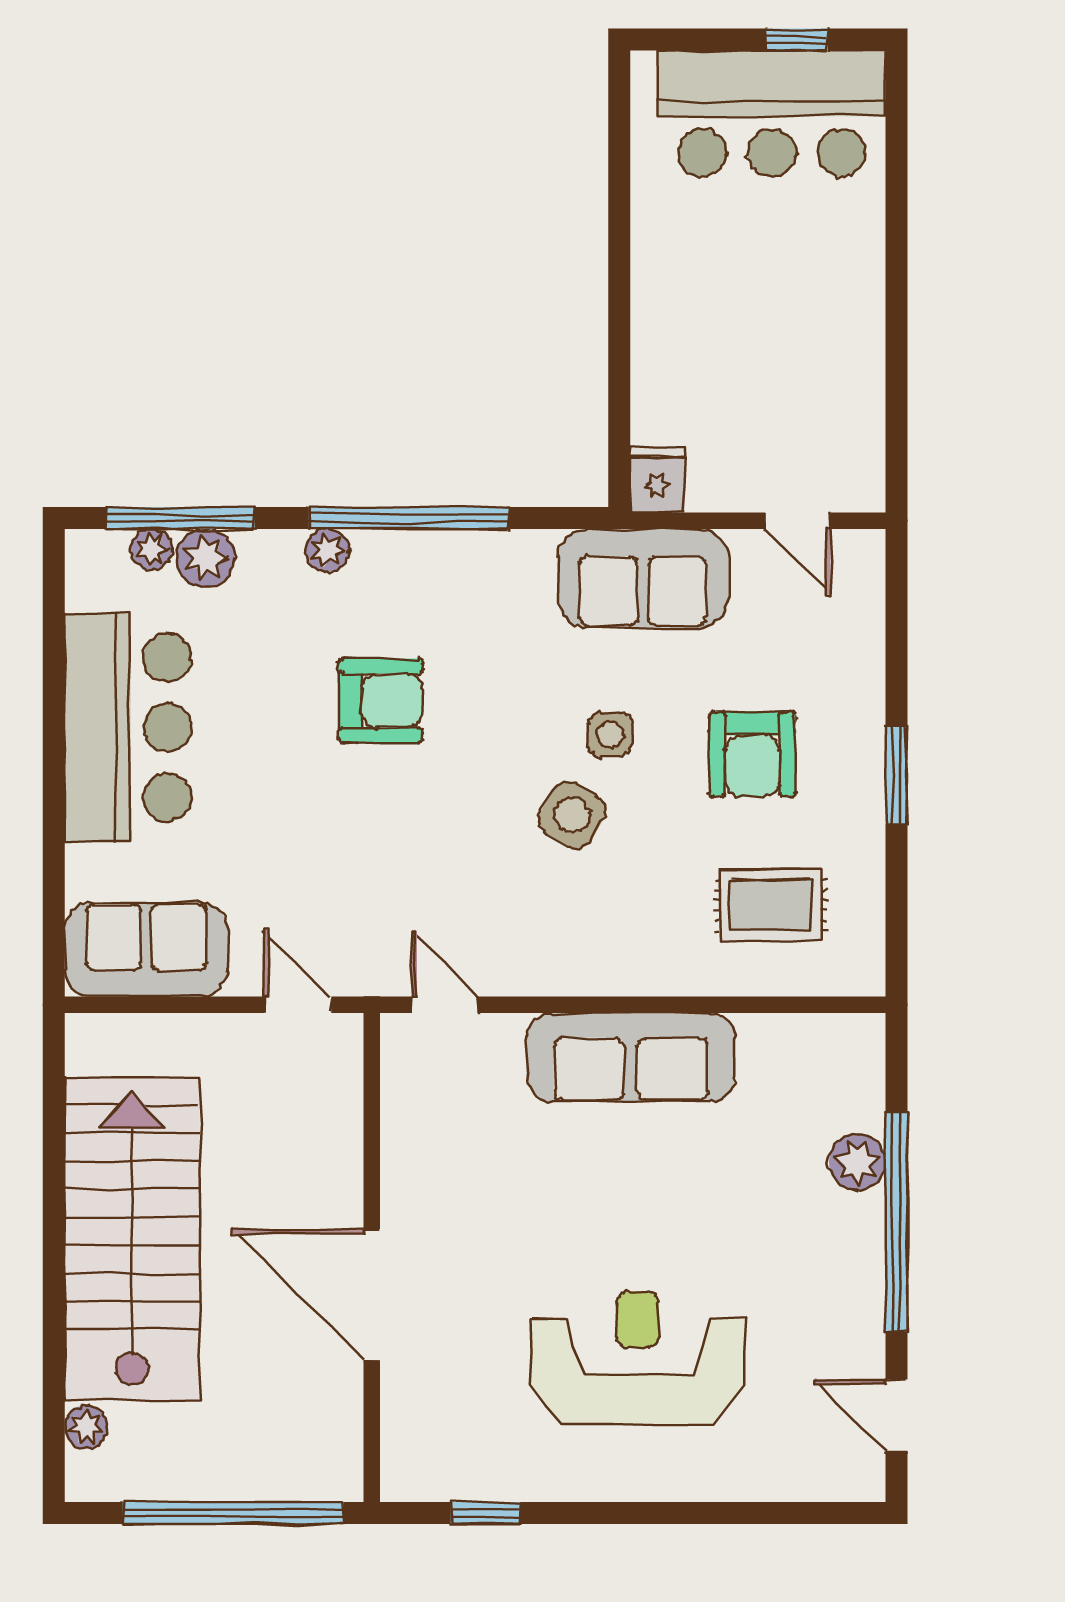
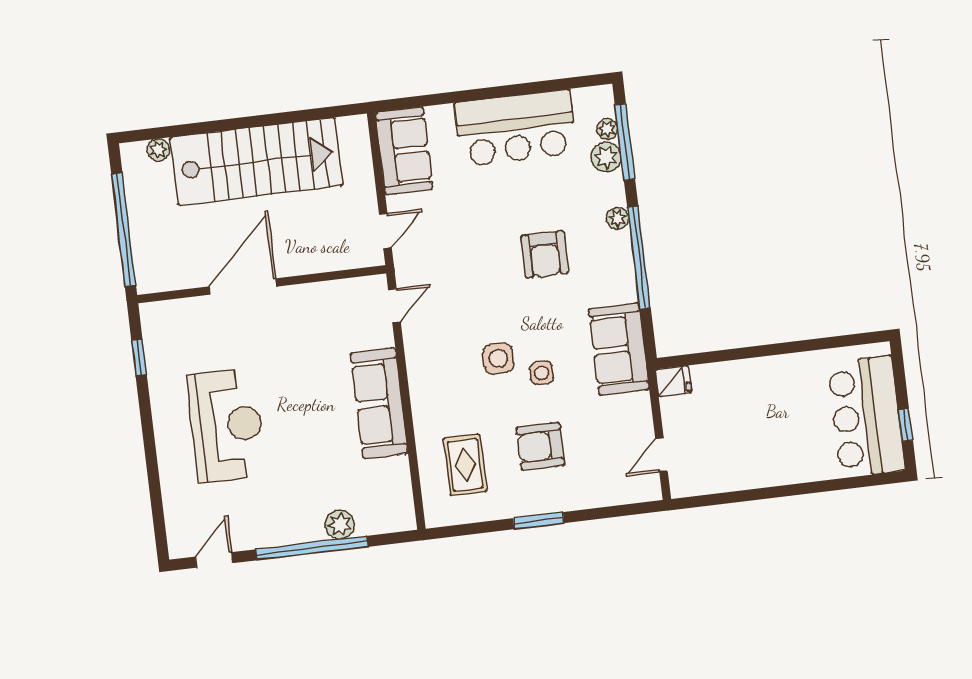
sofa: (643, 578) -> (619, 349), moved
side table: (572, 815) -> (498, 359), turned -30

